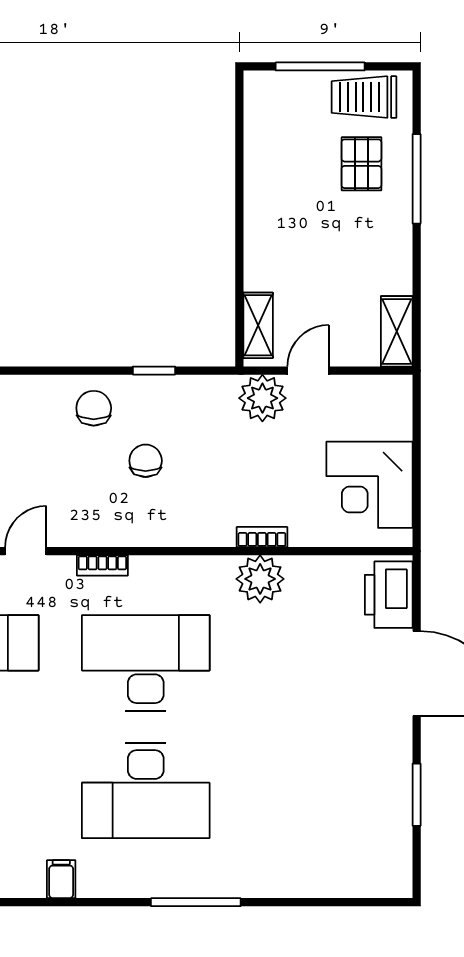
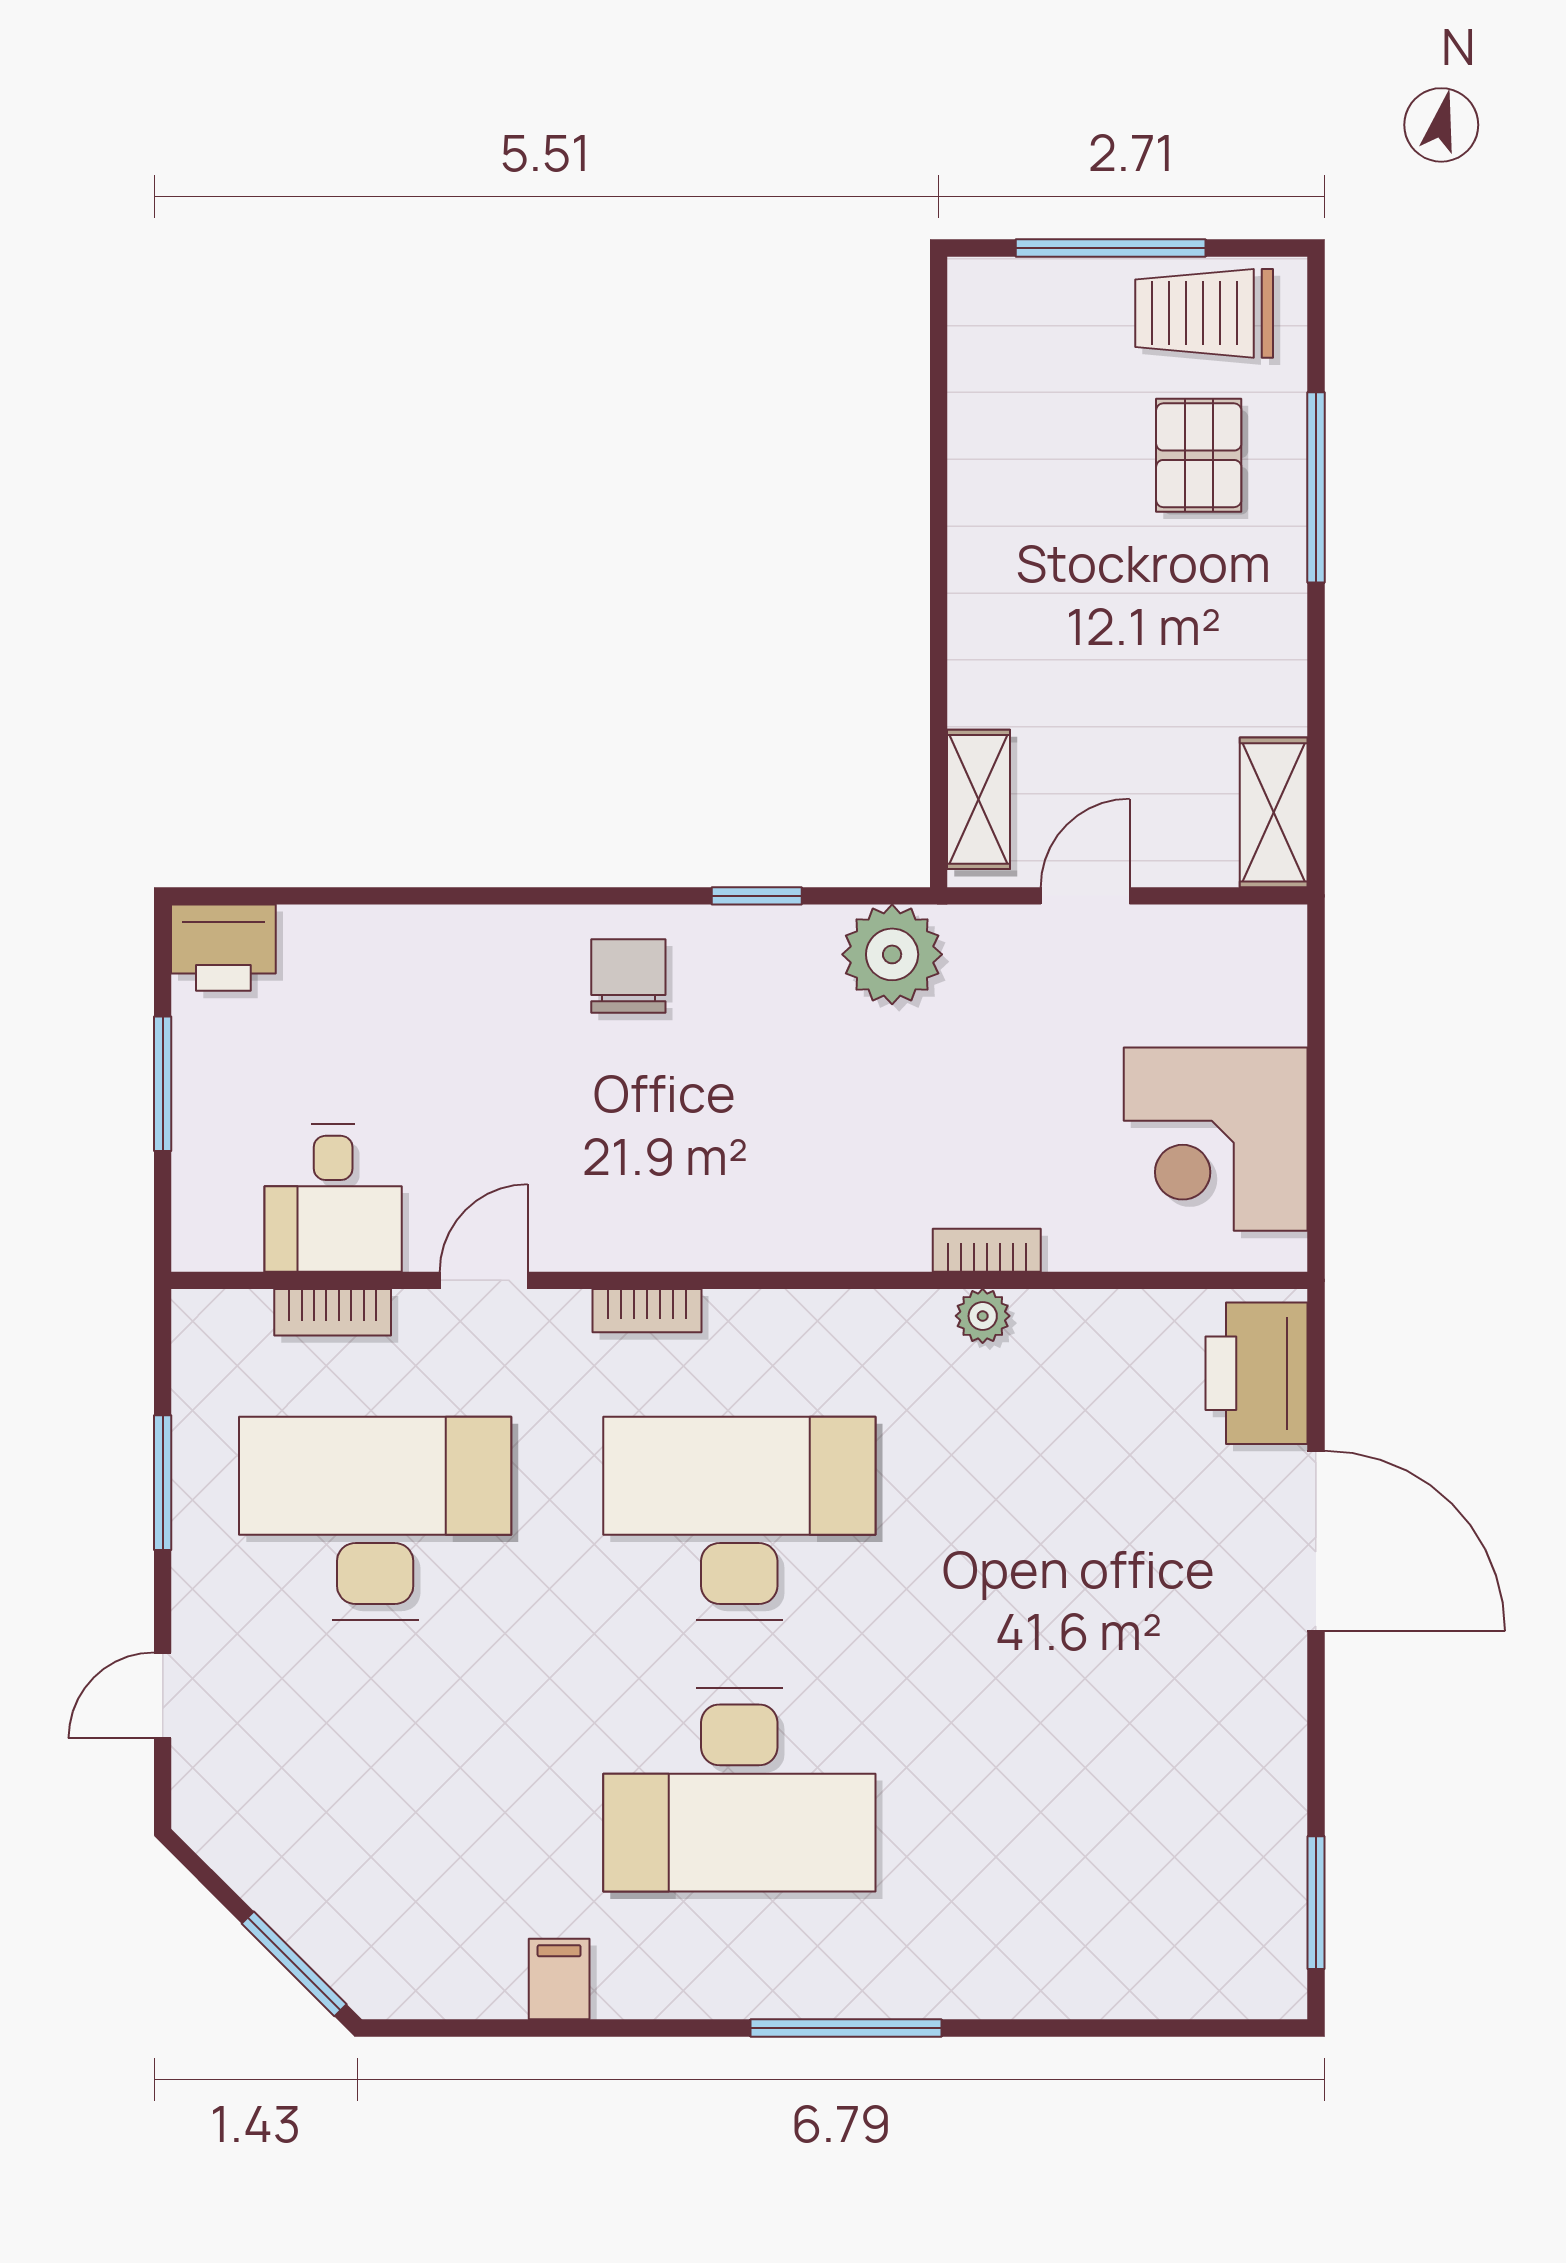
plant: (262, 398) -> (892, 954), moved
chair: (146, 461) -> (739, 1088), removed
plant: (260, 579) -> (983, 1316), width x0.53, depth x0.53
window: (417, 795) -> (1316, 1903), moved

